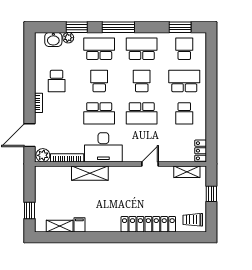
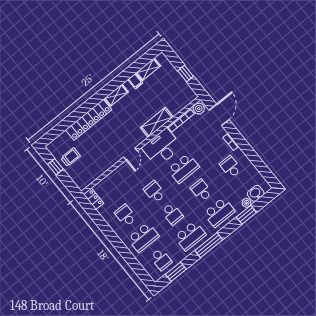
window: (118, 27) -> (209, 245), moved
school desk: (99, 81) -> (201, 190), turned 180
school desk: (99, 113) -> (184, 168), turned 180
school desk: (142, 113) -> (154, 192), width x0.54
door: (150, 164) -> (131, 154), moved
shelving: (187, 172) -> (116, 95), moved
window: (211, 194) -> (55, 167), moved
window: (29, 211) -> (186, 74), moved
trolley: (193, 220) -> (71, 157), moved

